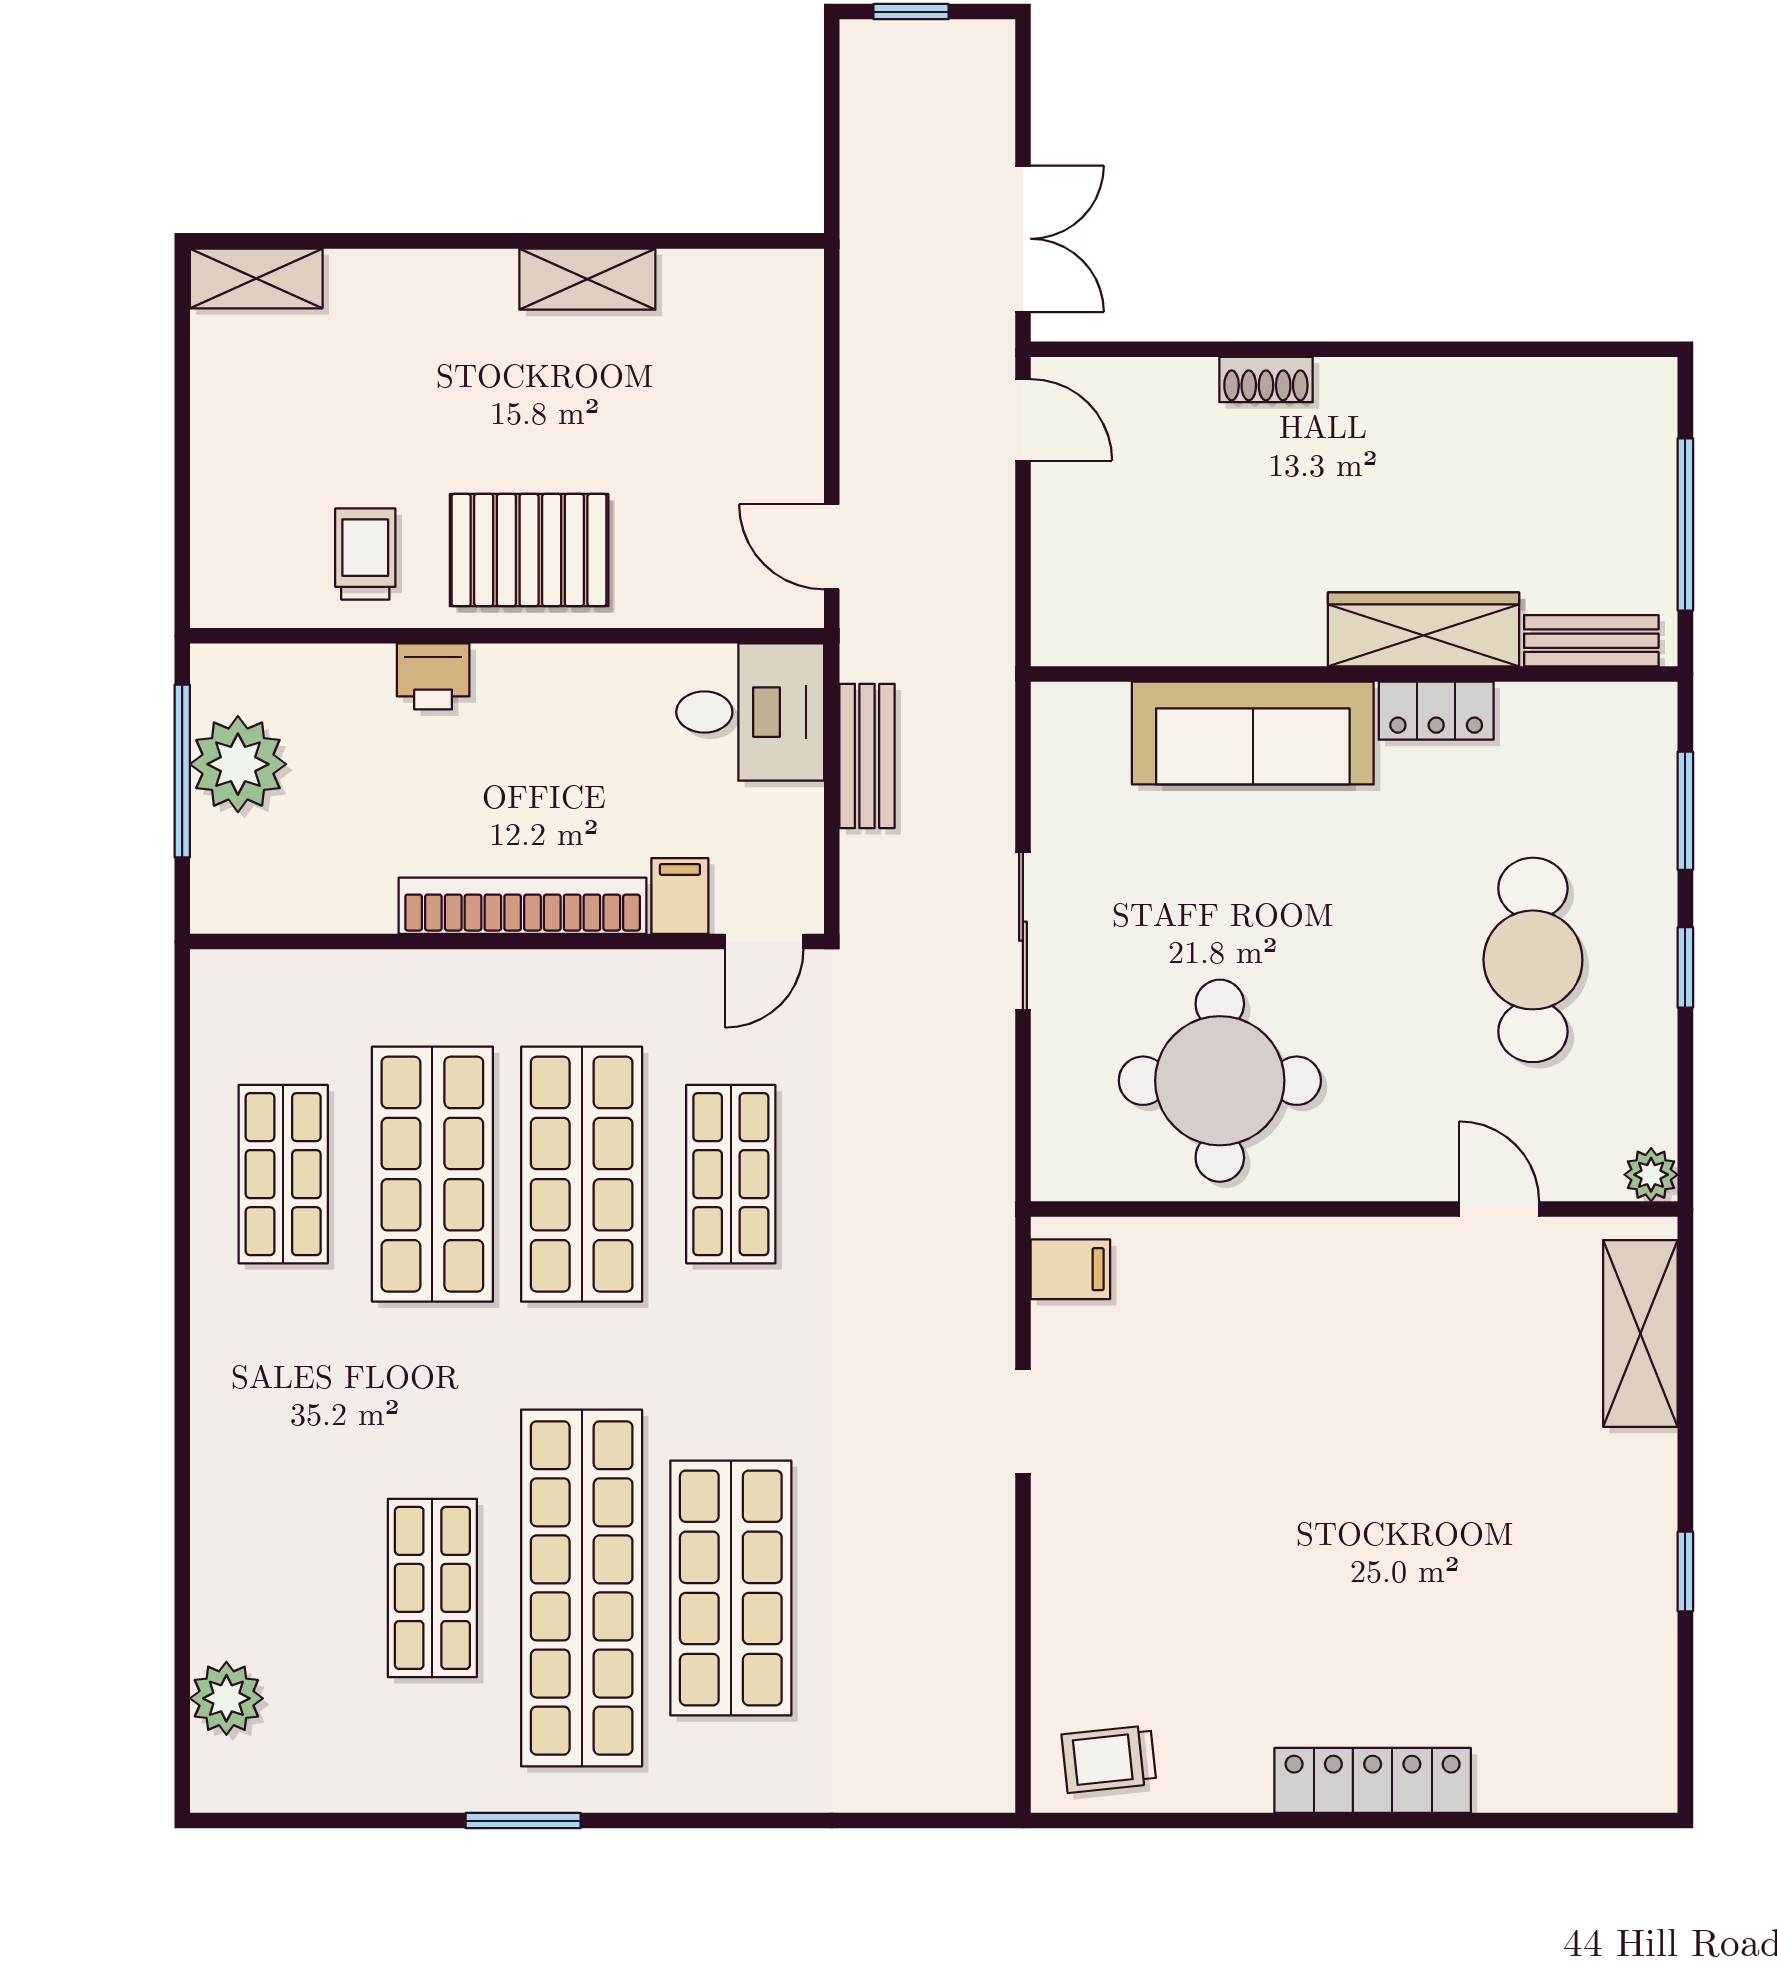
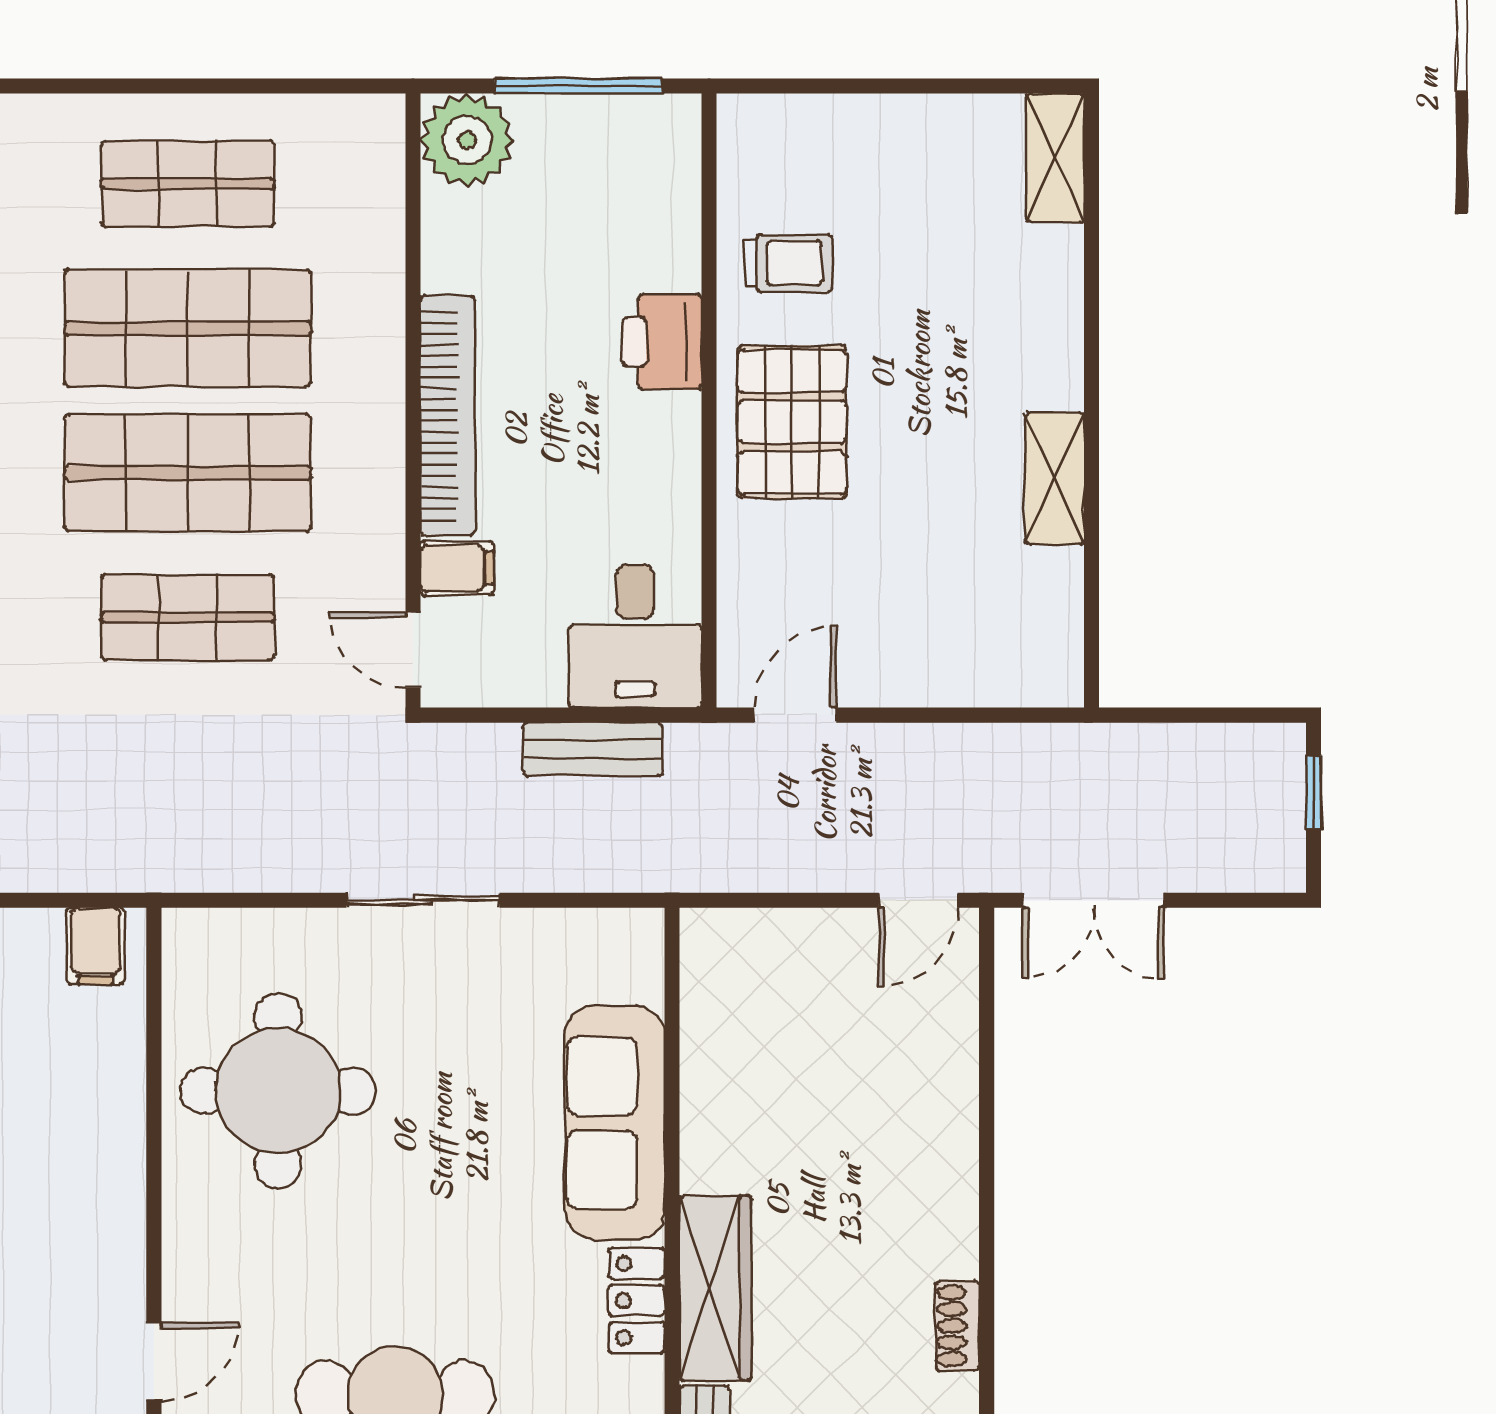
shoe rack: (1266, 379) -> (957, 1326), moved
printer: (433, 676) -> (662, 342), width x1.36, depth x1.24
plant: (238, 764) -> (467, 140), moved

